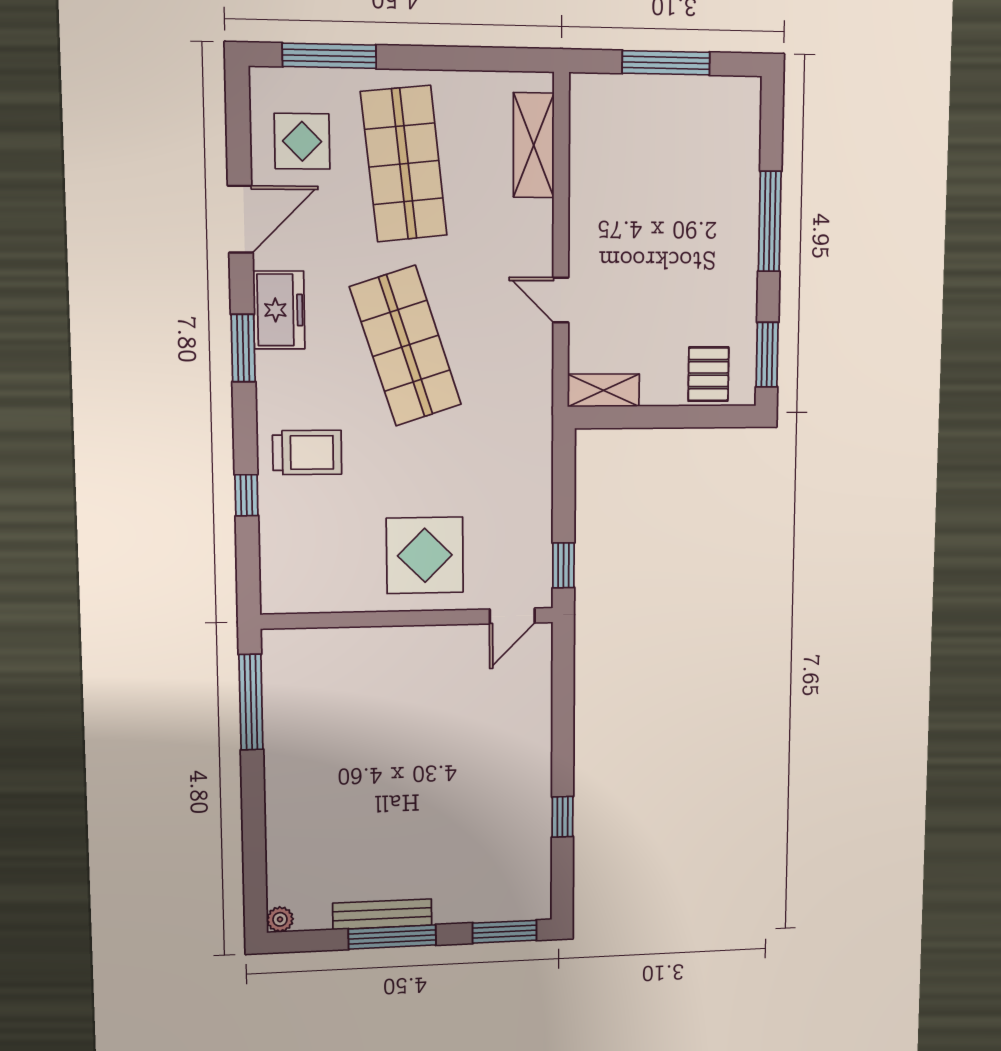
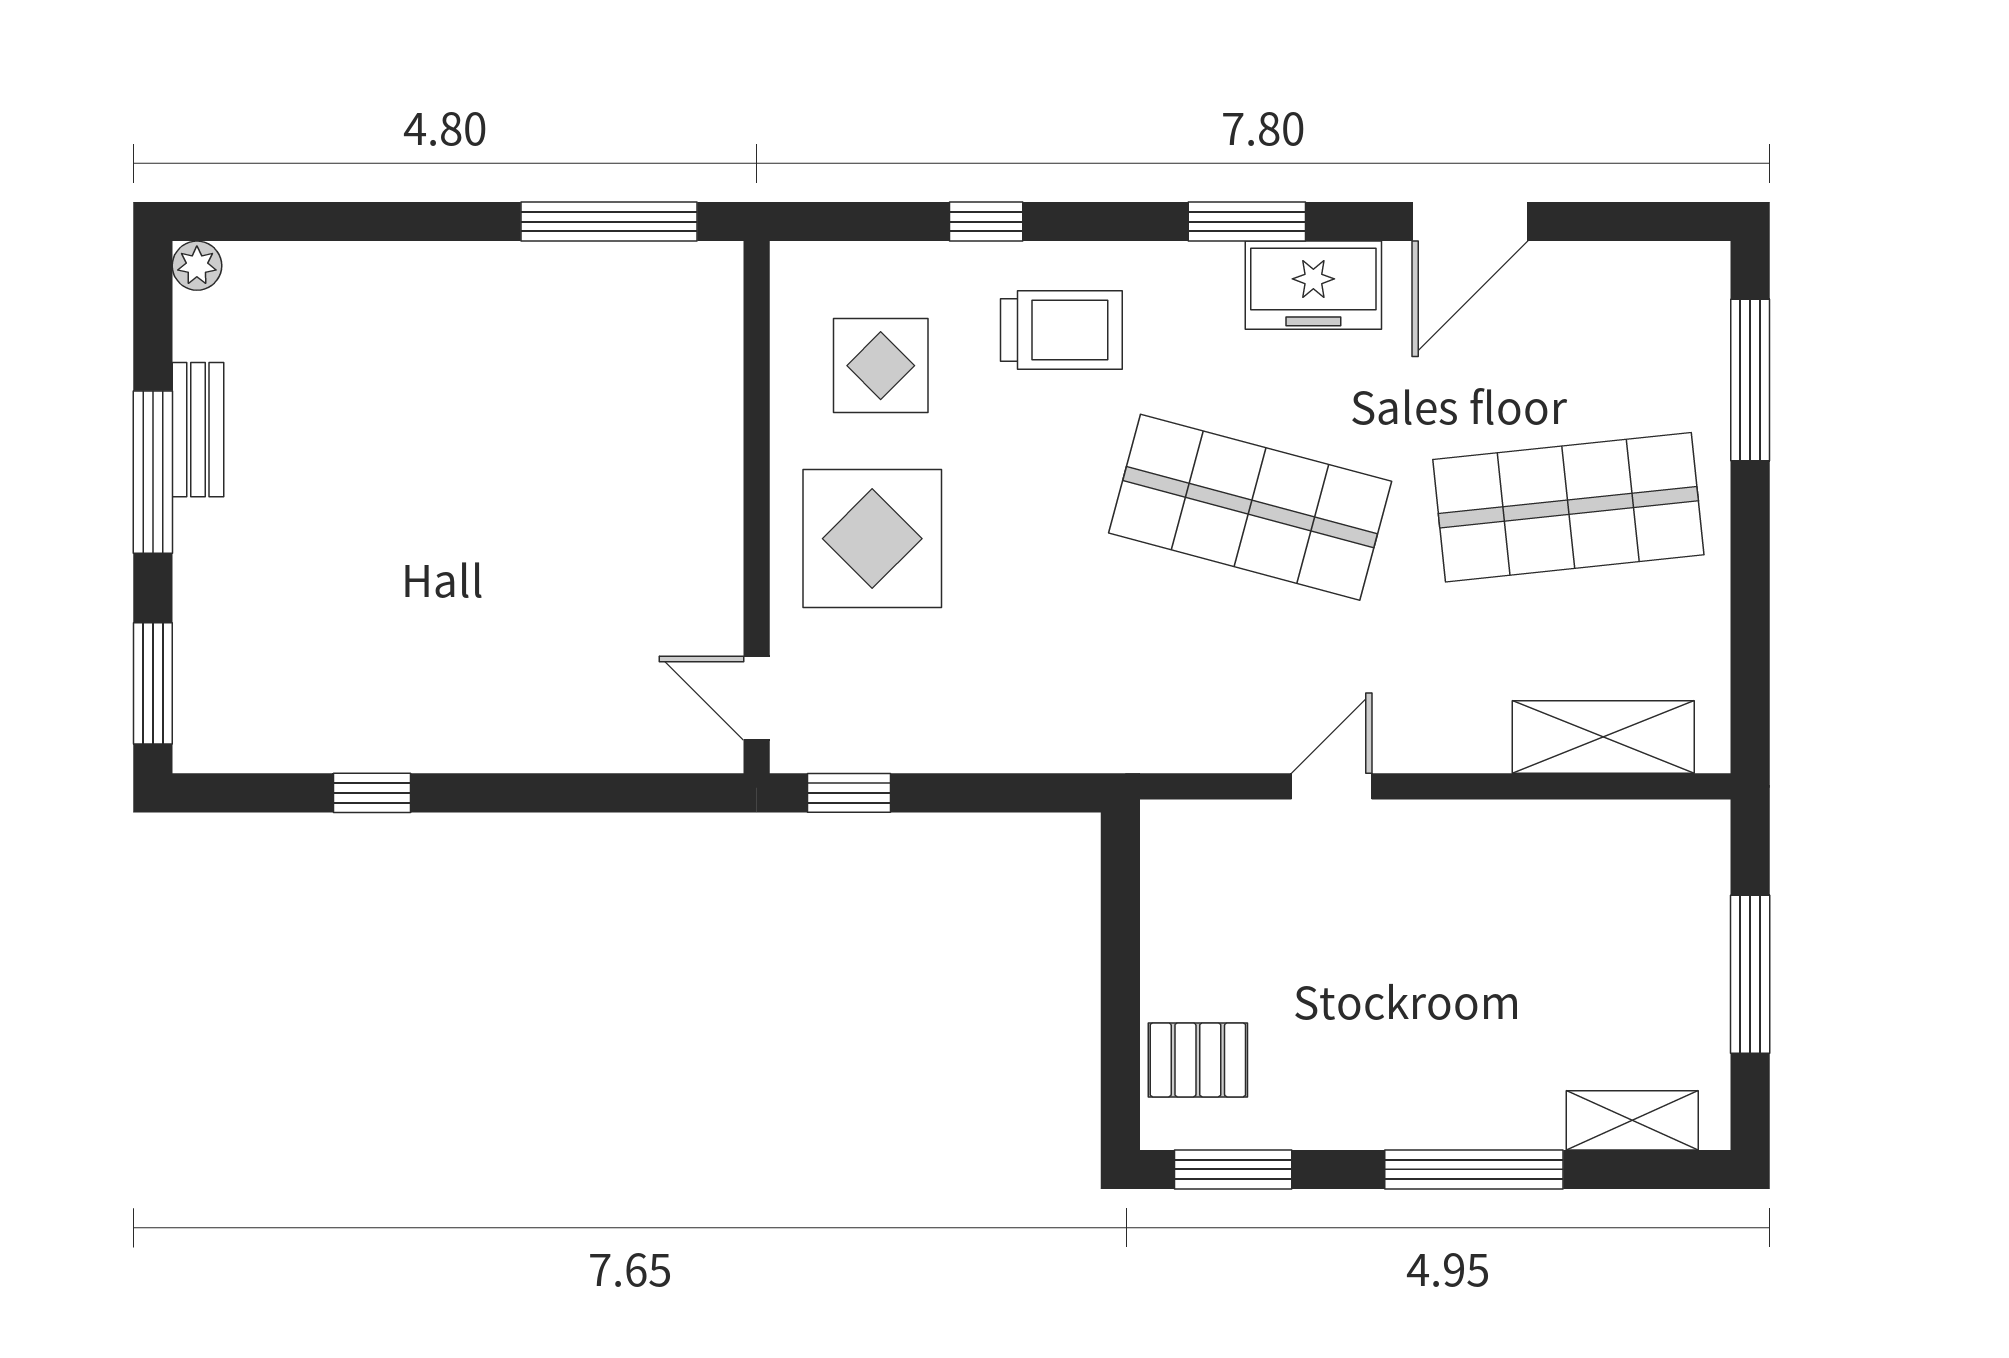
display table: (302, 141) -> (881, 366), moved
door: (240, 219) -> (1470, 222), hinge flipped
shop shelf: (406, 346) -> (1250, 507), turned 33
shelving: (603, 390) -> (1632, 1120), moved, turned 90
trolley: (307, 453) -> (1061, 330), turned -90
bench: (382, 914) -> (198, 430), width x0.73

